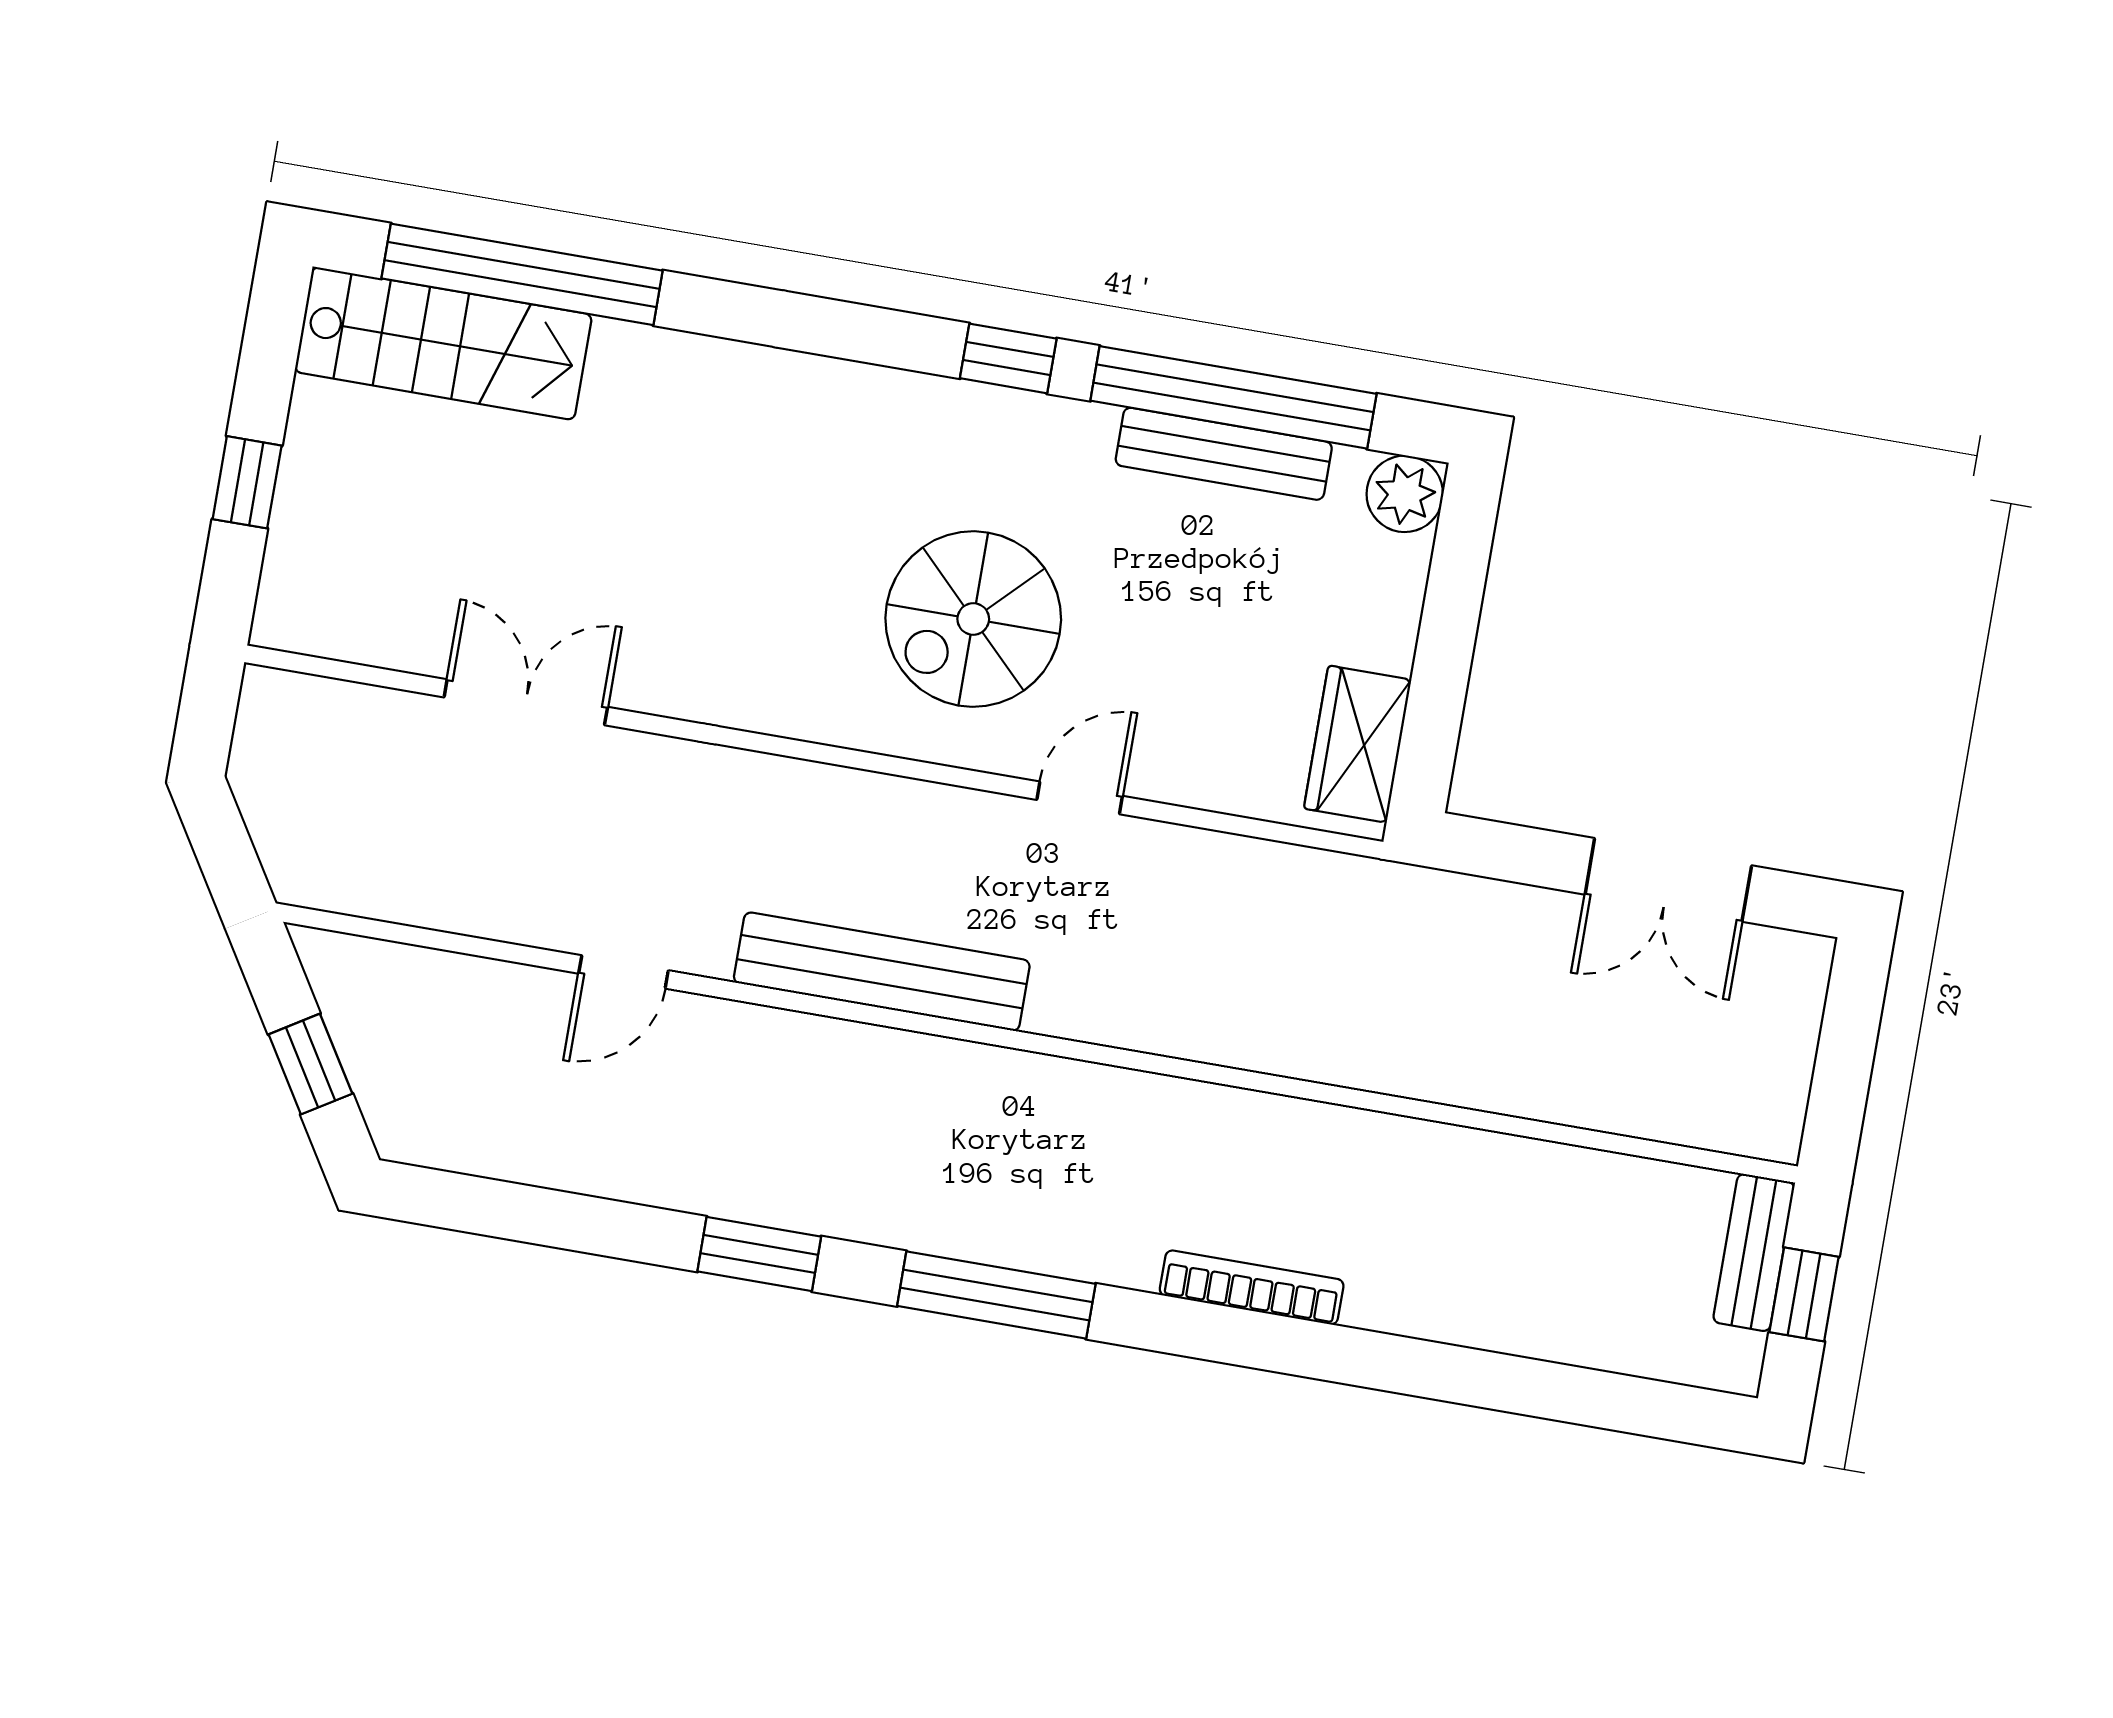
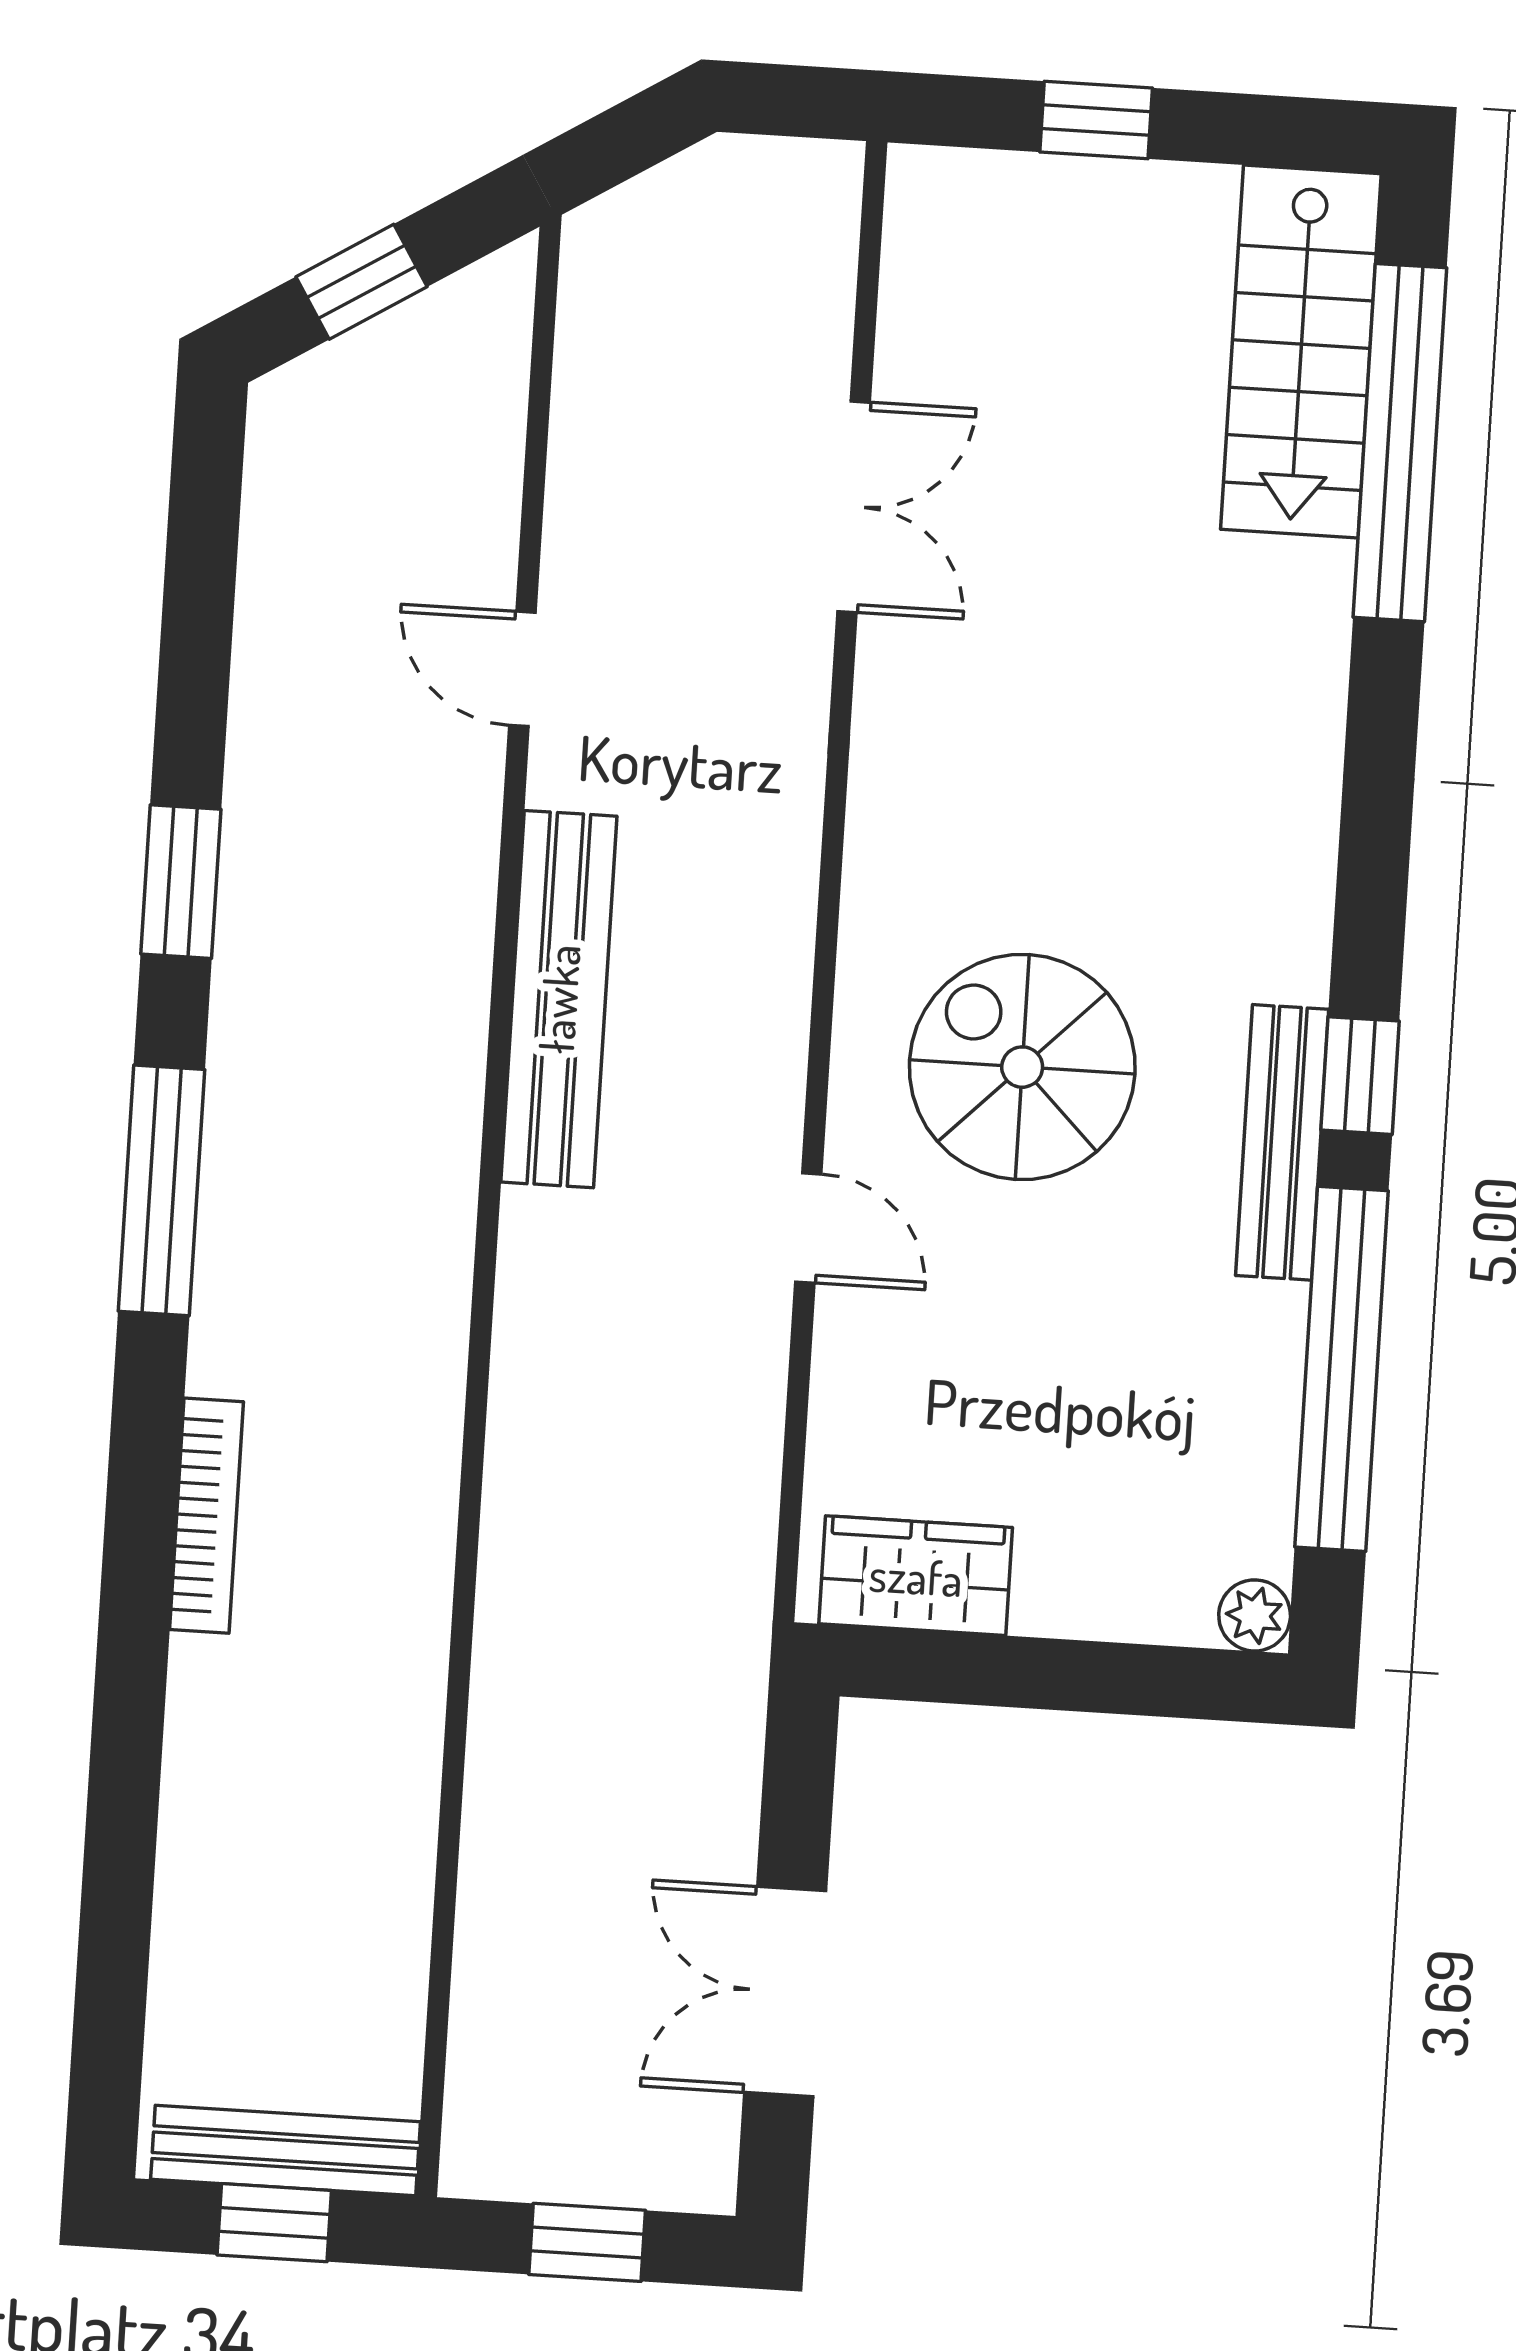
bench: (1224, 454) -> (1282, 1142), moved
plant: (1405, 494) -> (1255, 1615), width x0.73, depth x0.73
window: (1846, 1054) -> (587, 2242), added
bench: (1754, 1253) -> (286, 2150), width x1.36

